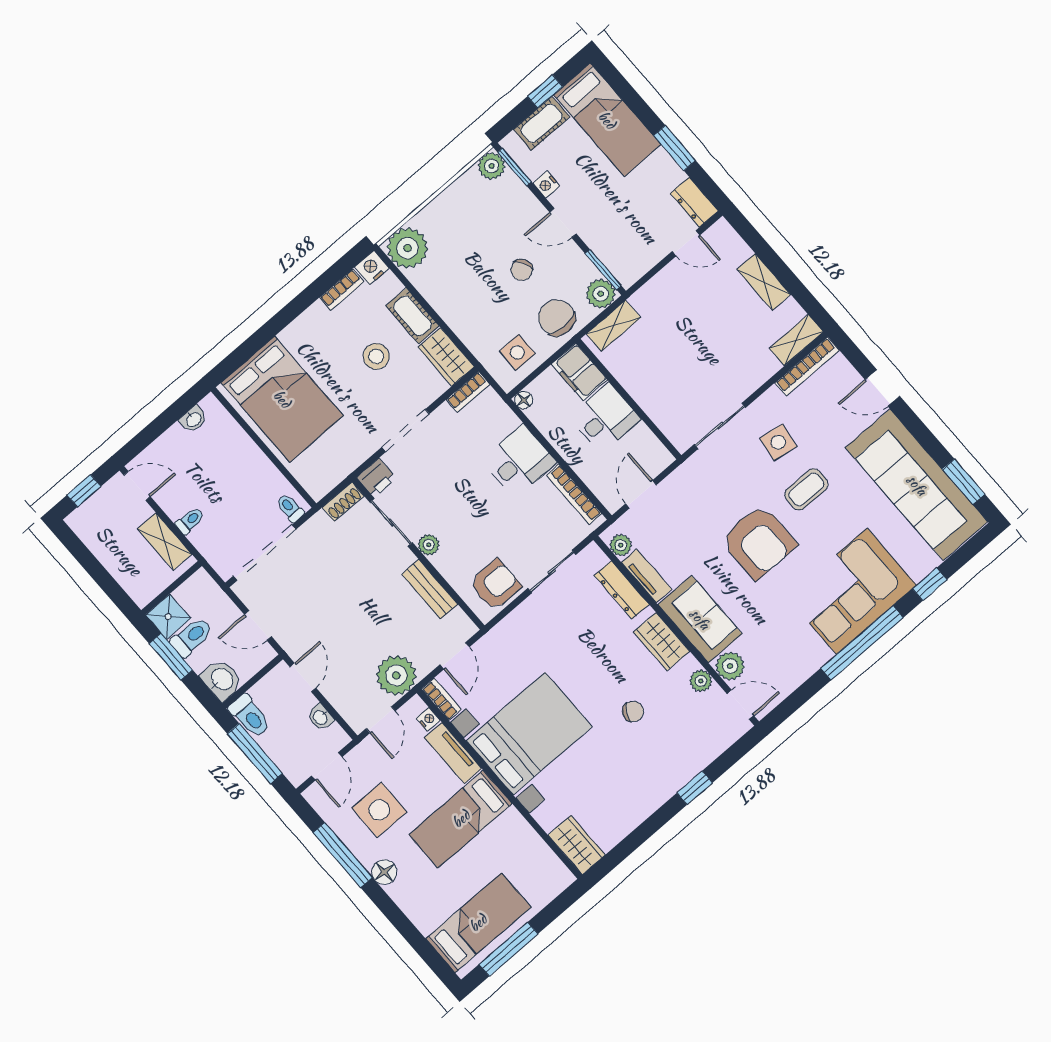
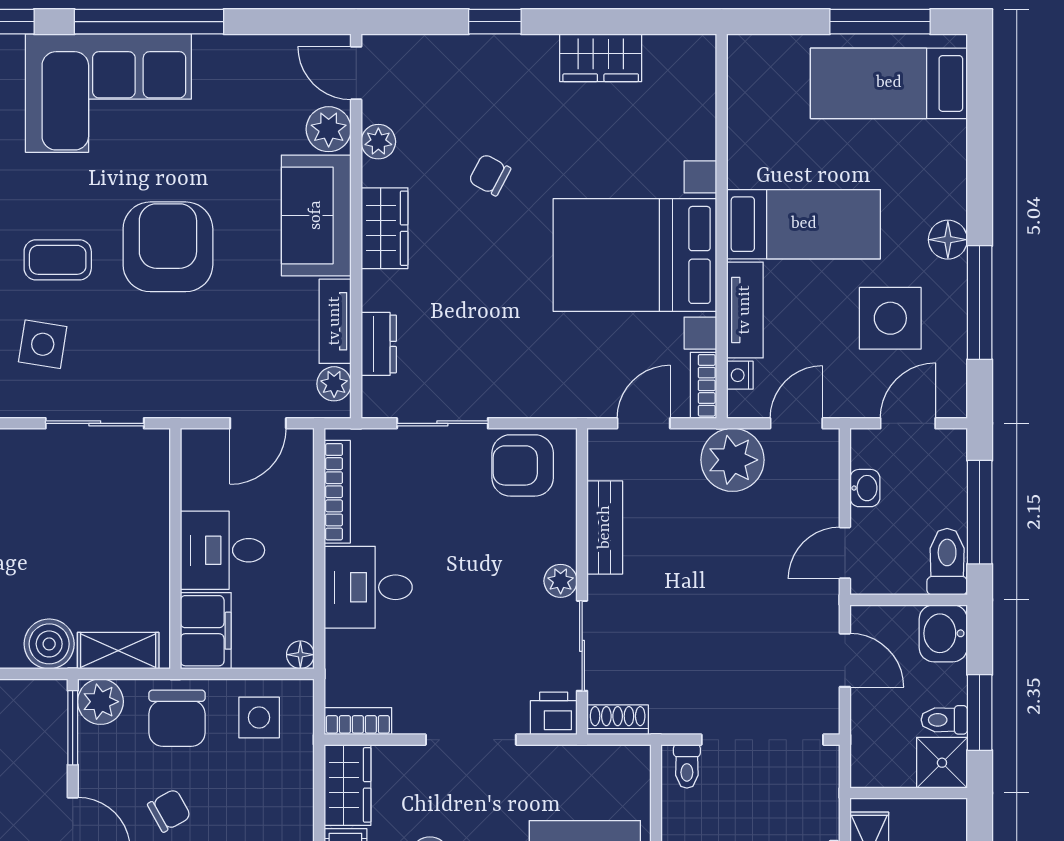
boiler: (650, 300) -> (49, 644), added
dresser: (622, 590) -> (379, 344), width x0.70
toilet: (192, 637) -> (944, 720), width x0.73, depth x0.72
wardrobe: (577, 845) -> (601, 58), moved, turned -90

